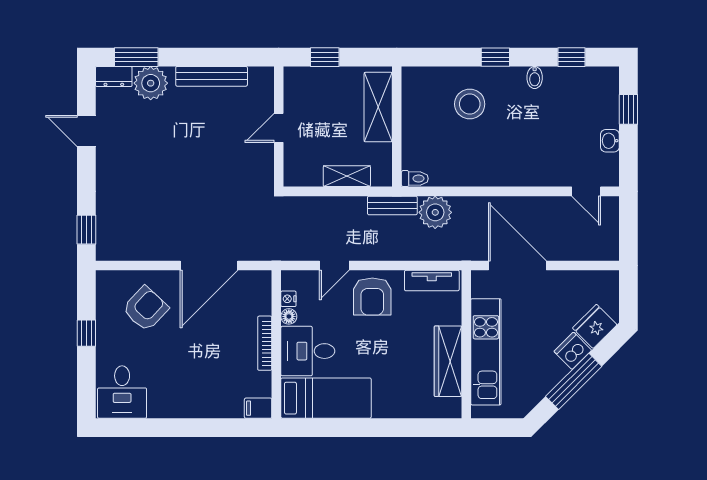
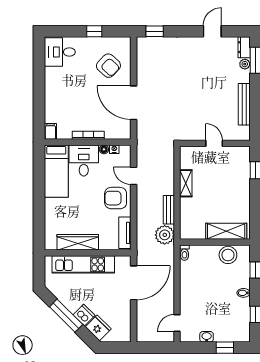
plant: (151, 83) -> (245, 64), width x0.53, depth x0.53
shelving: (378, 107) -> (226, 231), moved
wall: (397, 127) -> (215, 242), moved
toilet: (415, 179) -> (184, 253), moved

